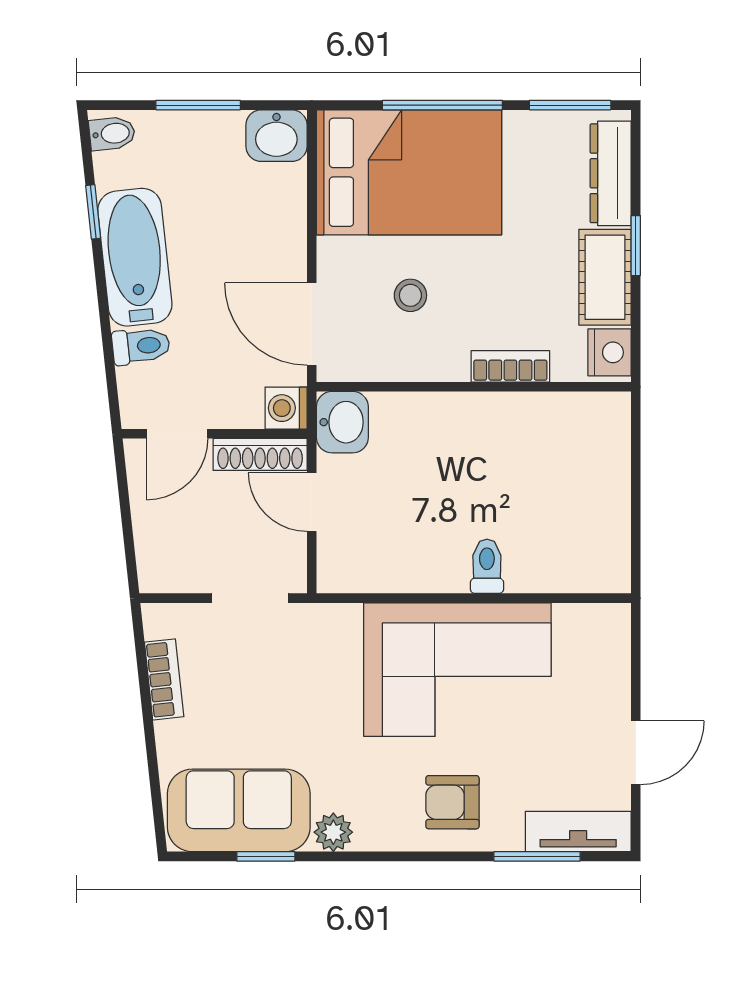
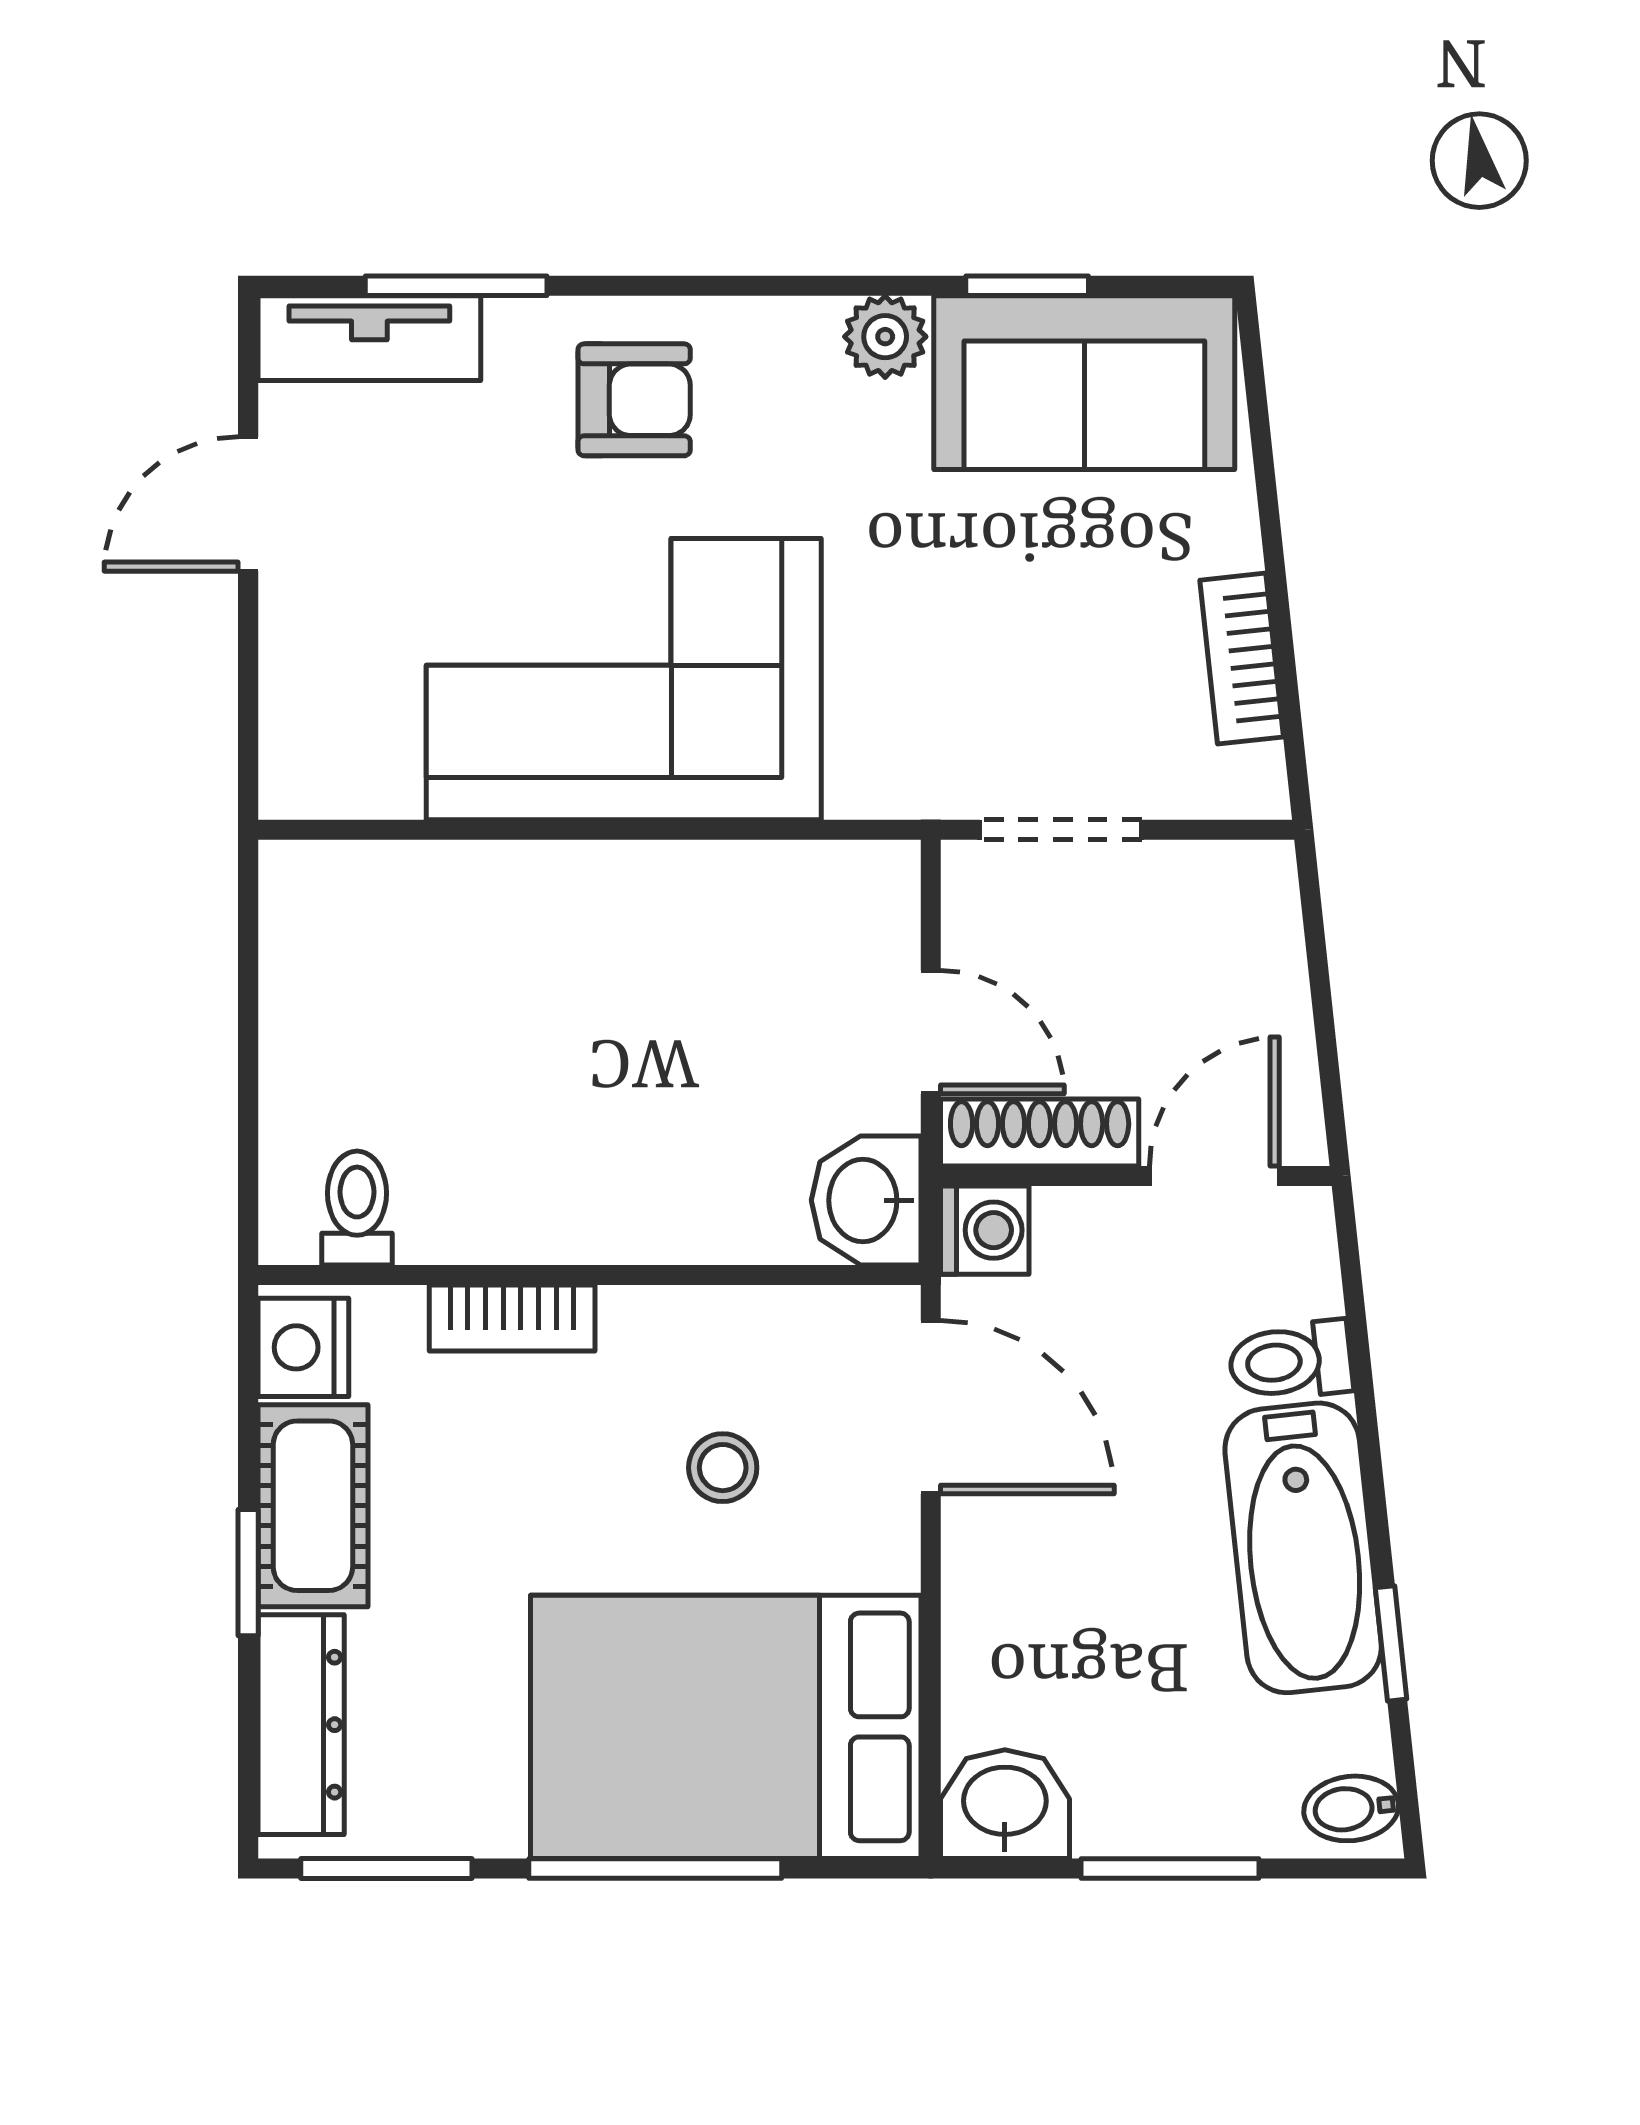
toilet: (487, 566) -> (357, 1208), moved, turned 180

